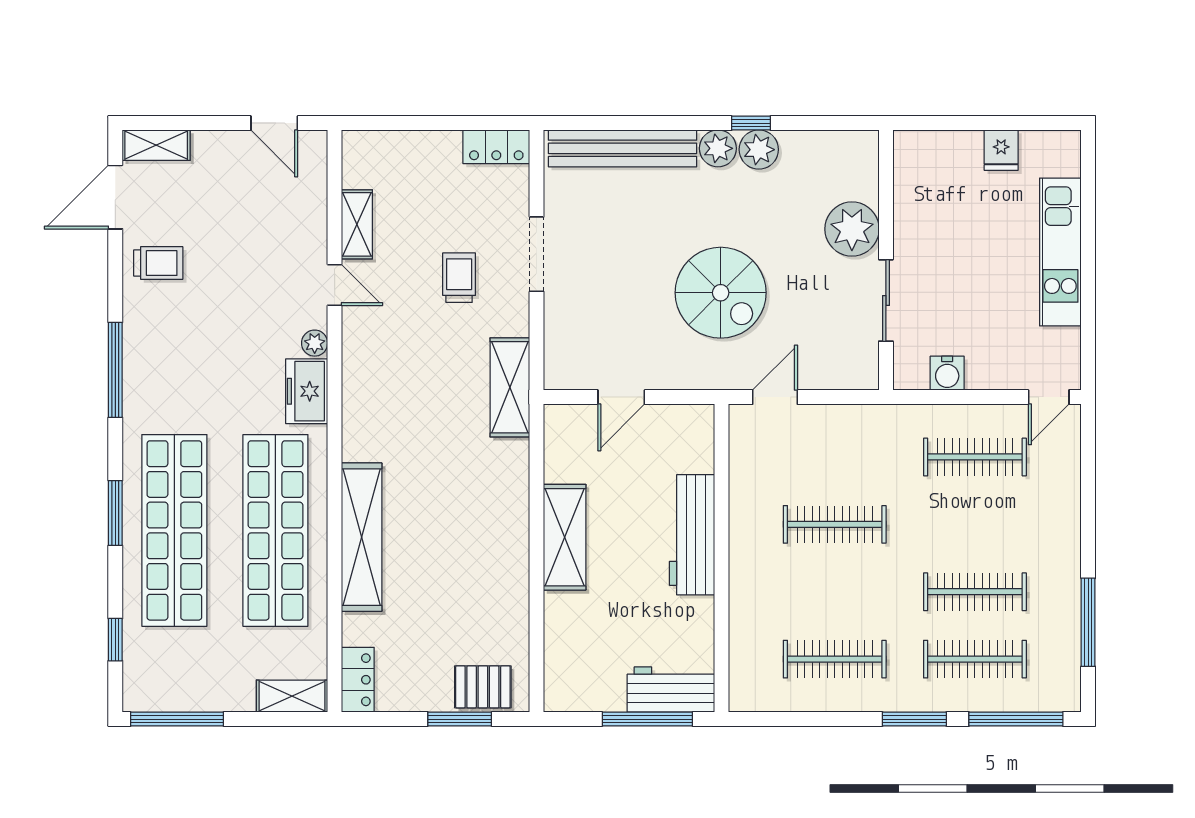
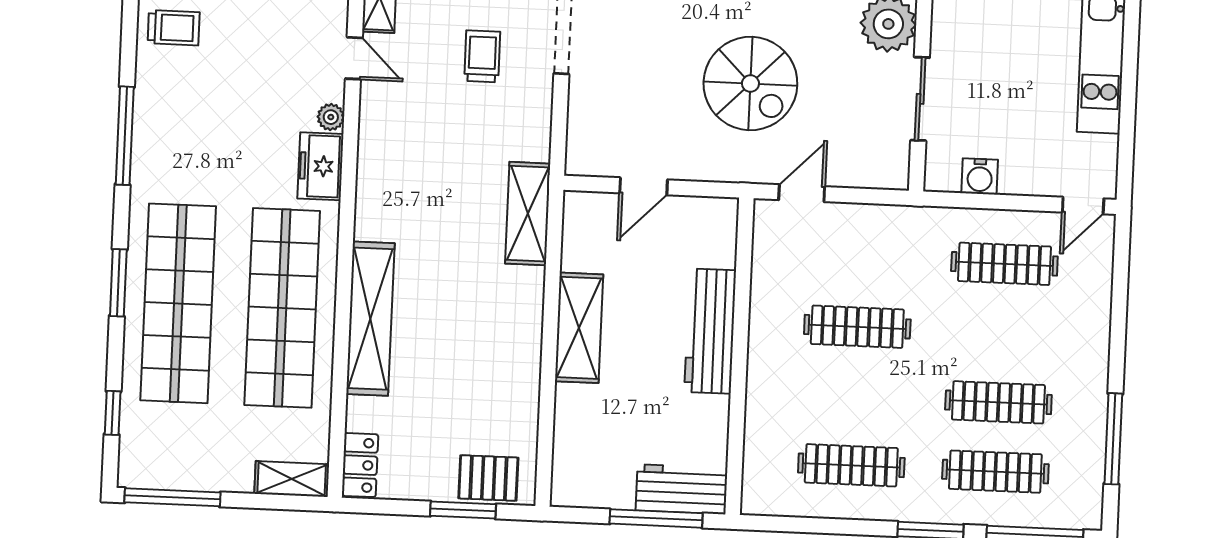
shelving: (510, 387) -> (528, 214), moved

